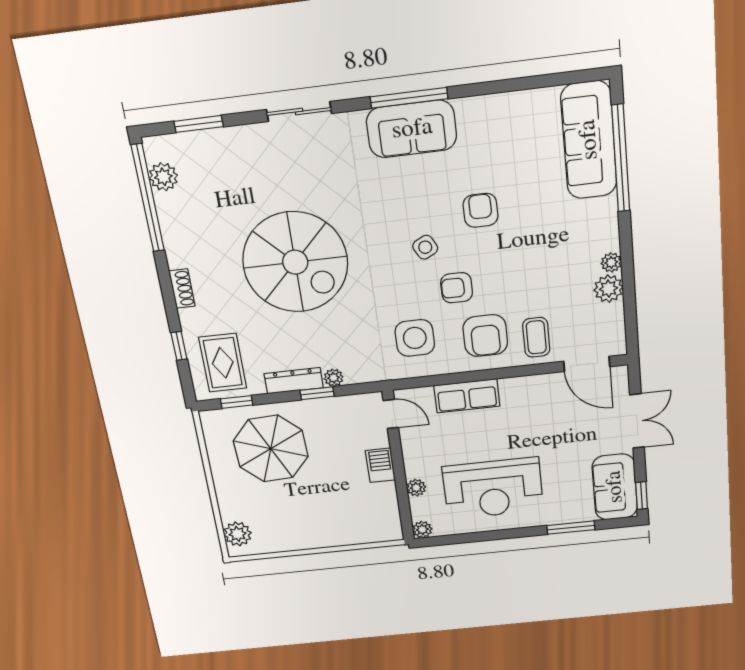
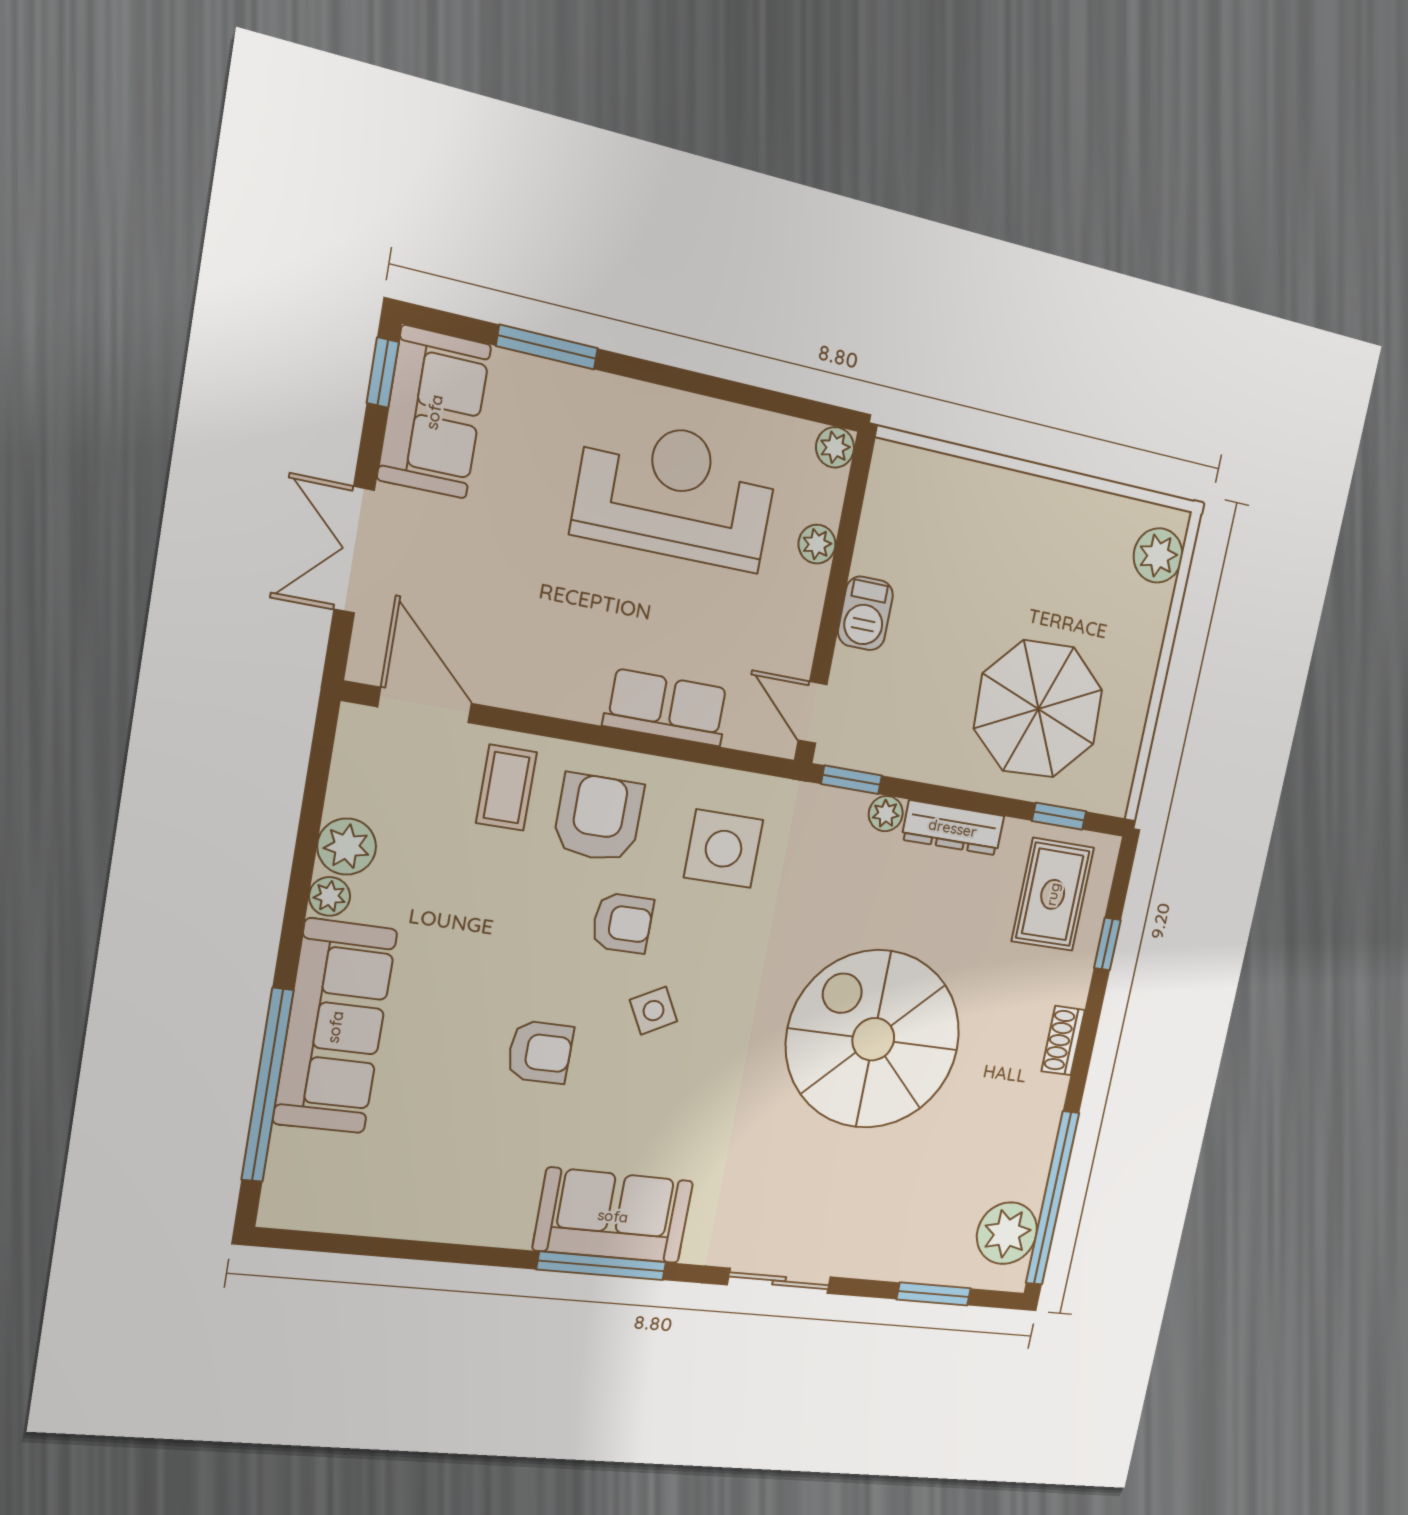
sofa: (589, 140) -> (335, 1027), moved
plant: (163, 177) -> (1007, 1233), width x1.36, depth x1.36
armchair: (480, 210) -> (540, 1052), turned -90
window: (317, 393) -> (851, 780), moved

